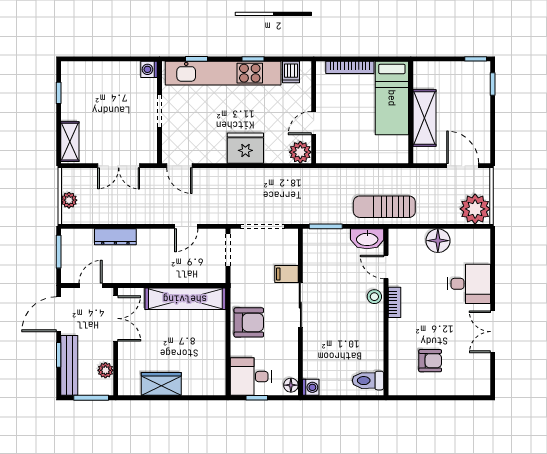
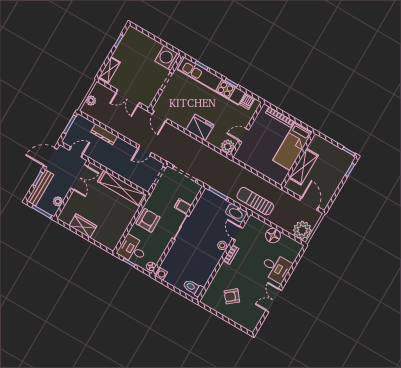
washing machine: (149, 69) -> (167, 58), width x1.89, depth x1.89
armchair: (249, 322) -> (148, 220), turned -90
armchair: (430, 361) -> (232, 296), turned 141

